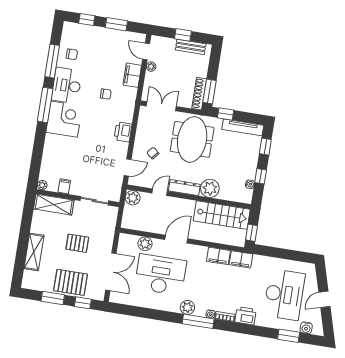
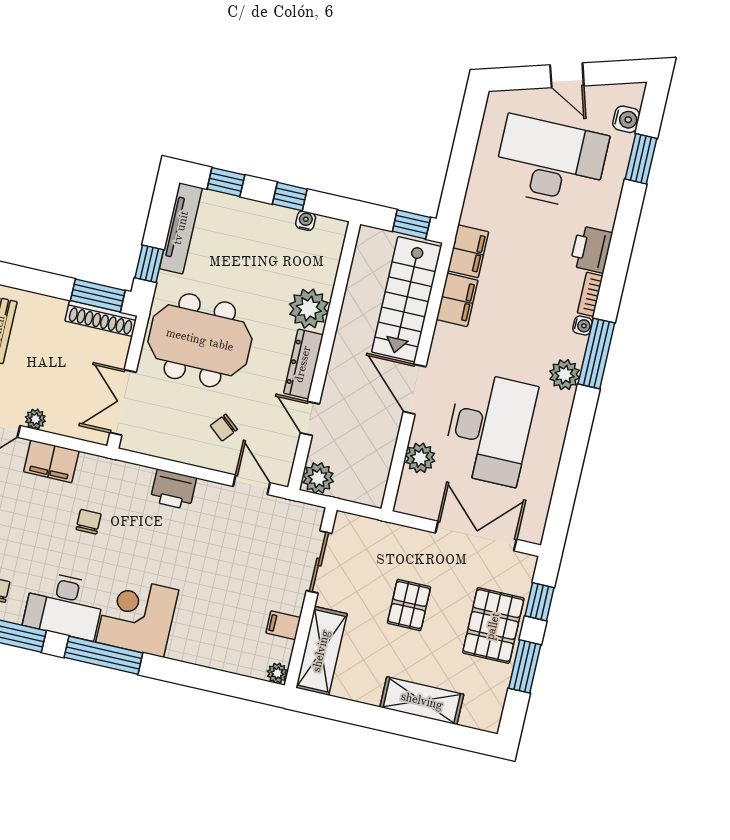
stairs: (222, 215) -> (407, 299), moved, turned 180
desk: (160, 275) -> (490, 429), turned 180

